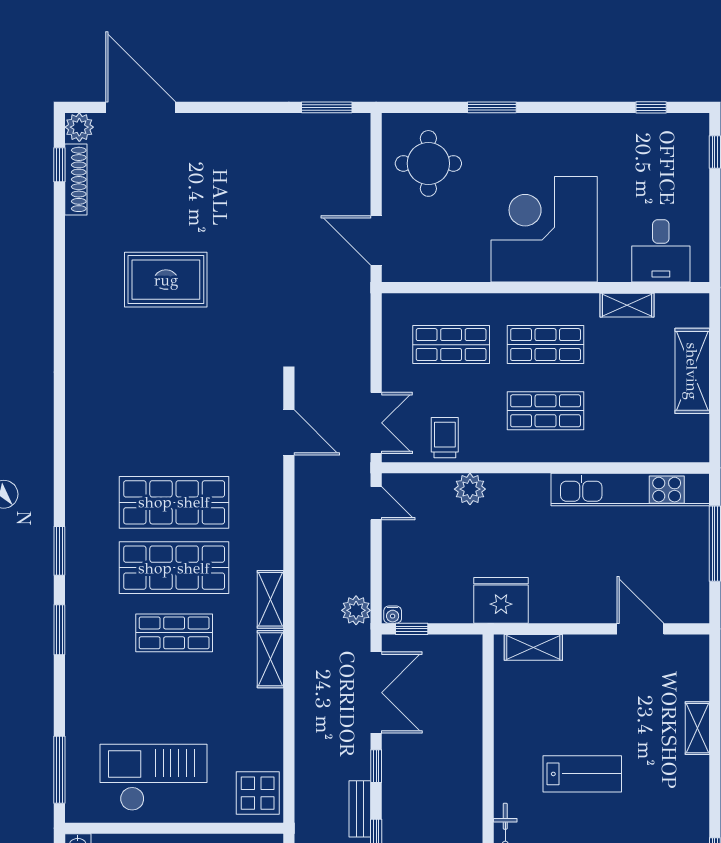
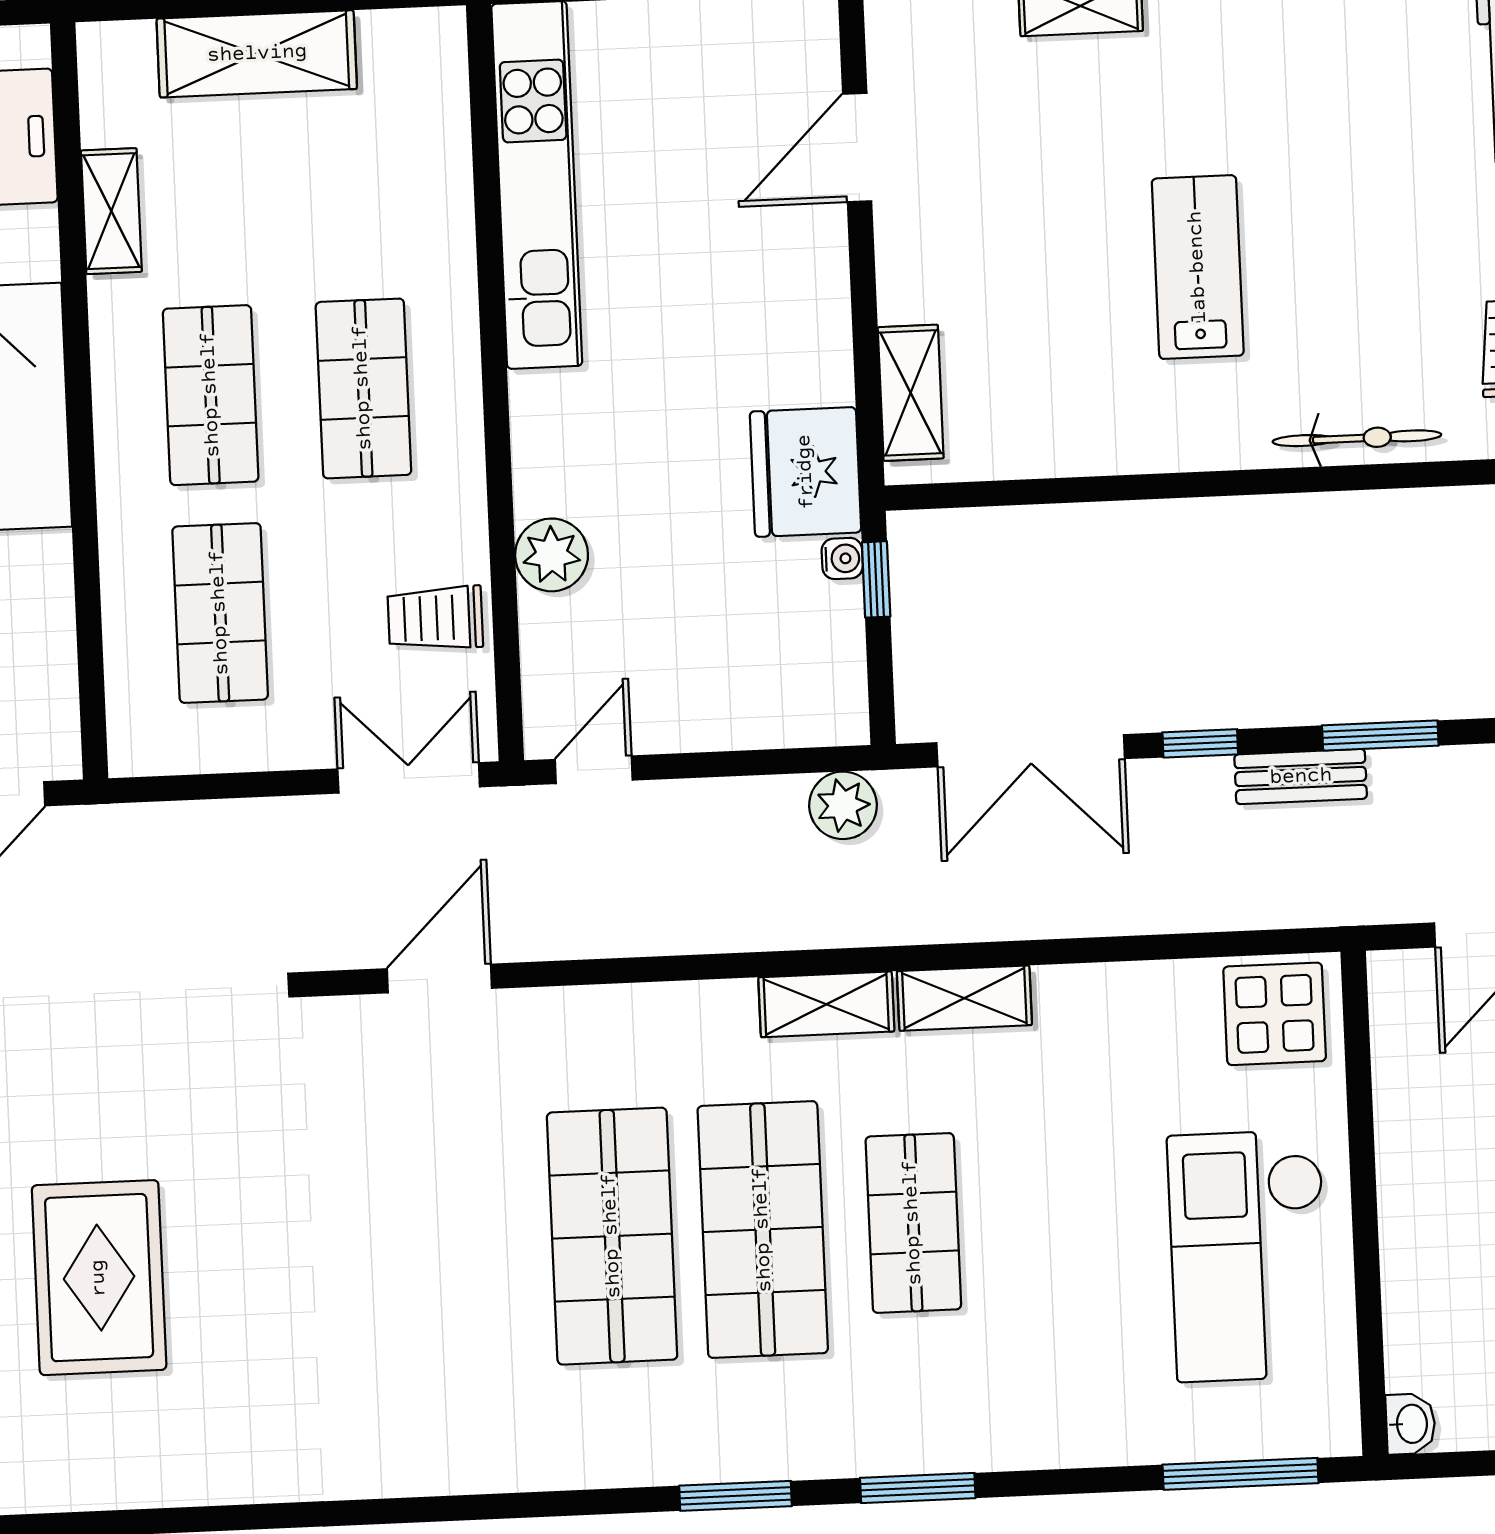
water cooler: (393, 615) -> (842, 558), moved
window: (412, 629) -> (876, 579), moved
double door: (376, 693) -> (1031, 751), swing flipped

